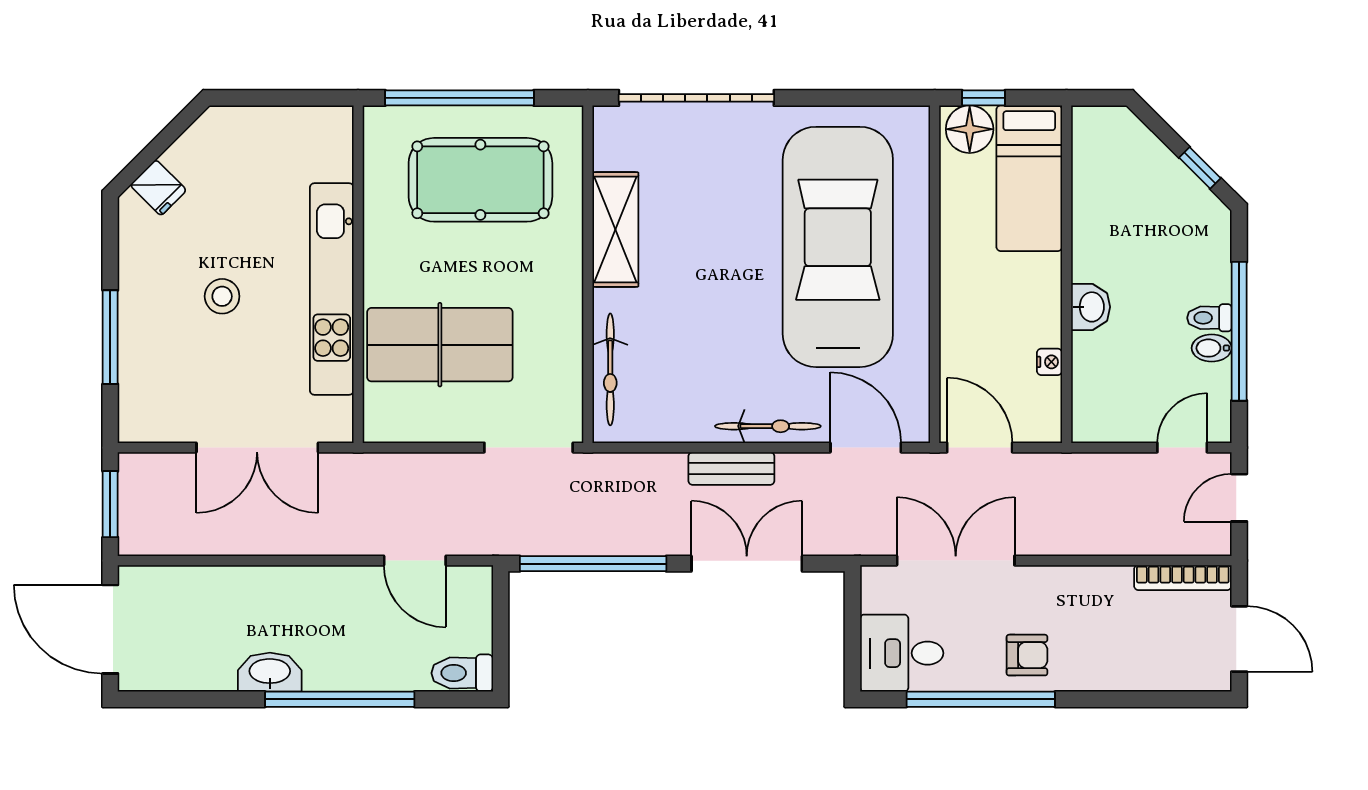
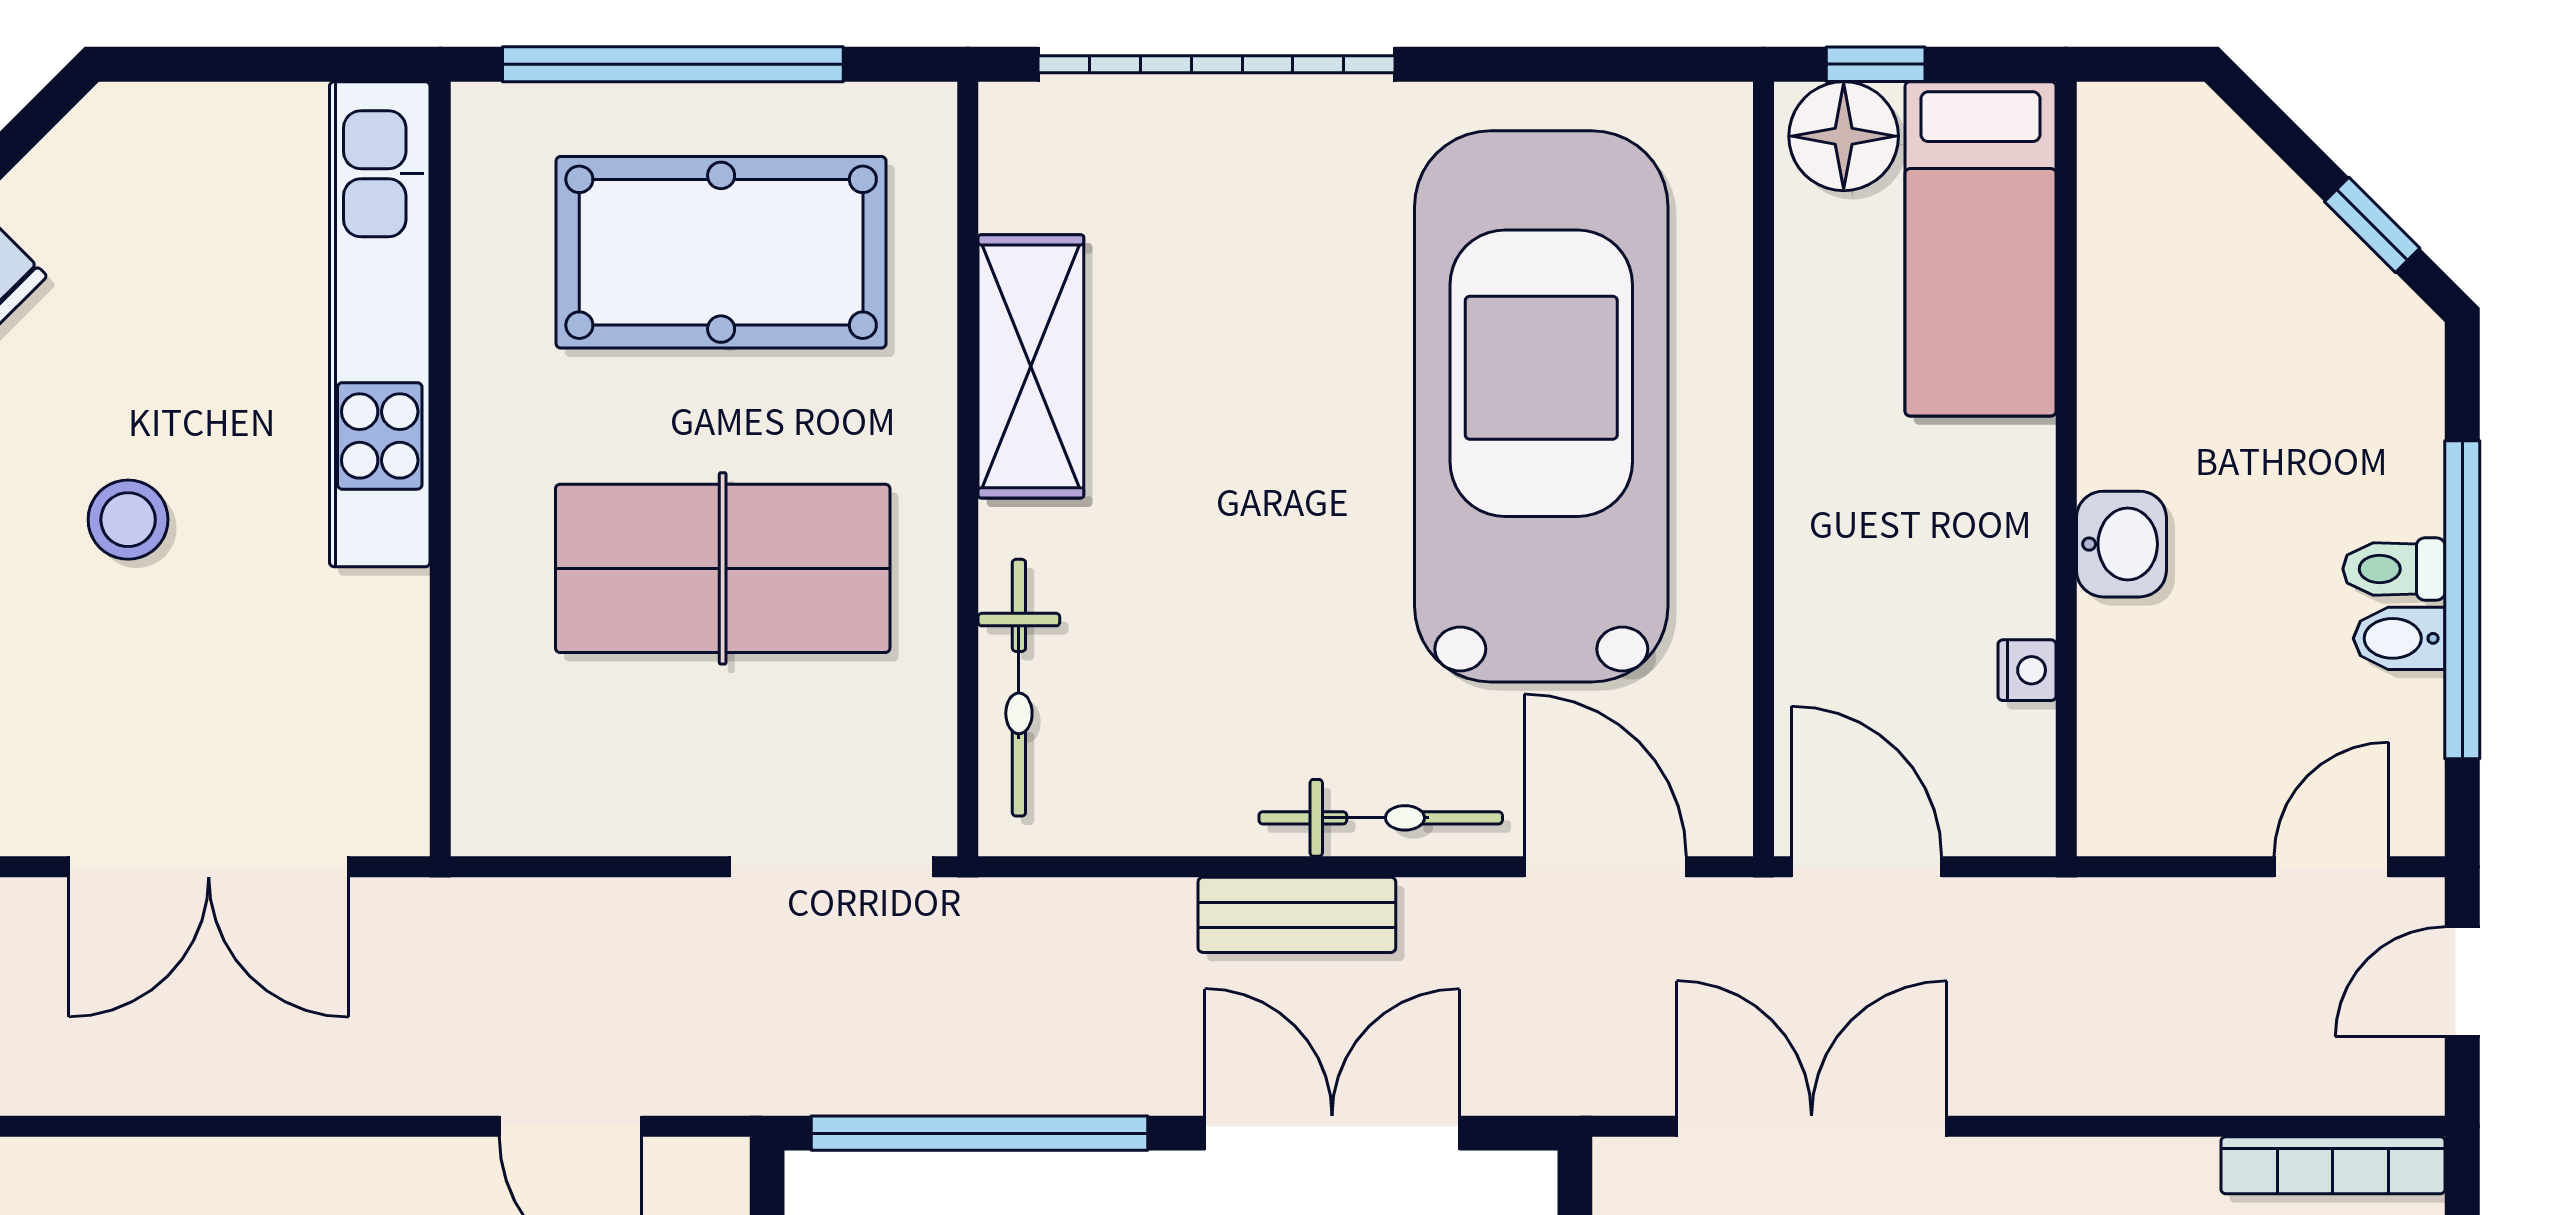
kitchen unit: (332, 289) -> (380, 324), moved
table tennis table: (440, 345) -> (723, 568), moved

